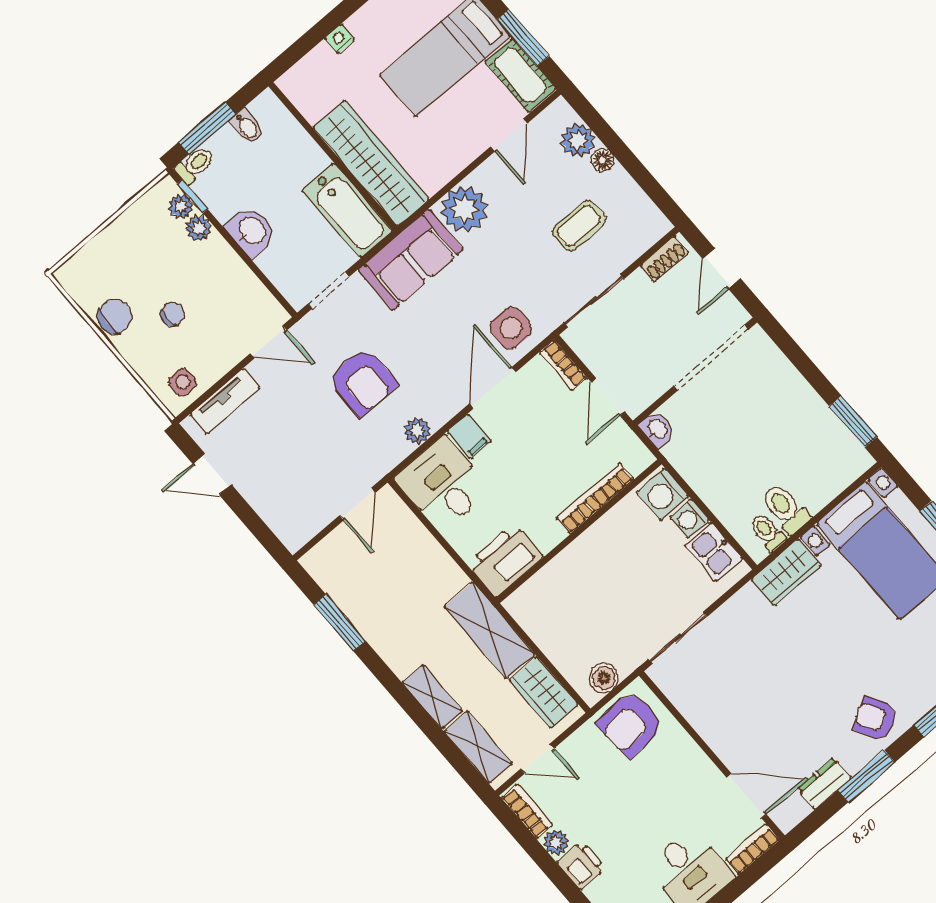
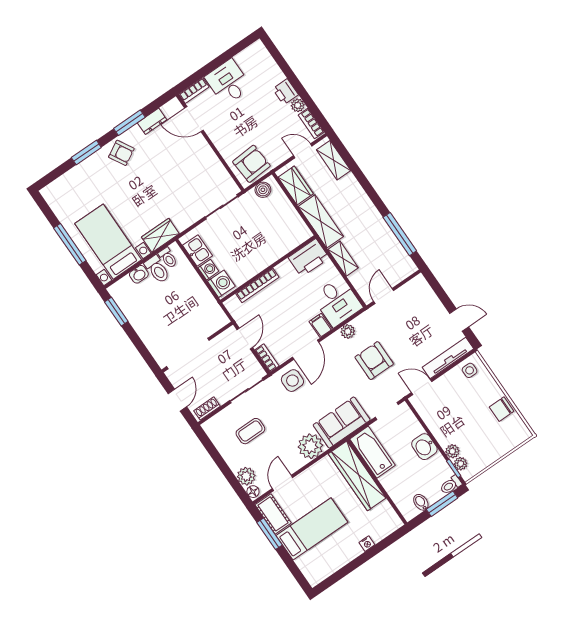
floor lamp: (603, 160) -> (253, 492), moved
chair: (173, 314) -> (471, 407), removed
tv unit: (225, 401) -> (448, 358), width x1.41
washbasin: (657, 429) -> (139, 274), moved, turned -90
window: (340, 623) -> (400, 234), width x1.44
shelving: (432, 697) -> (343, 259), moved

